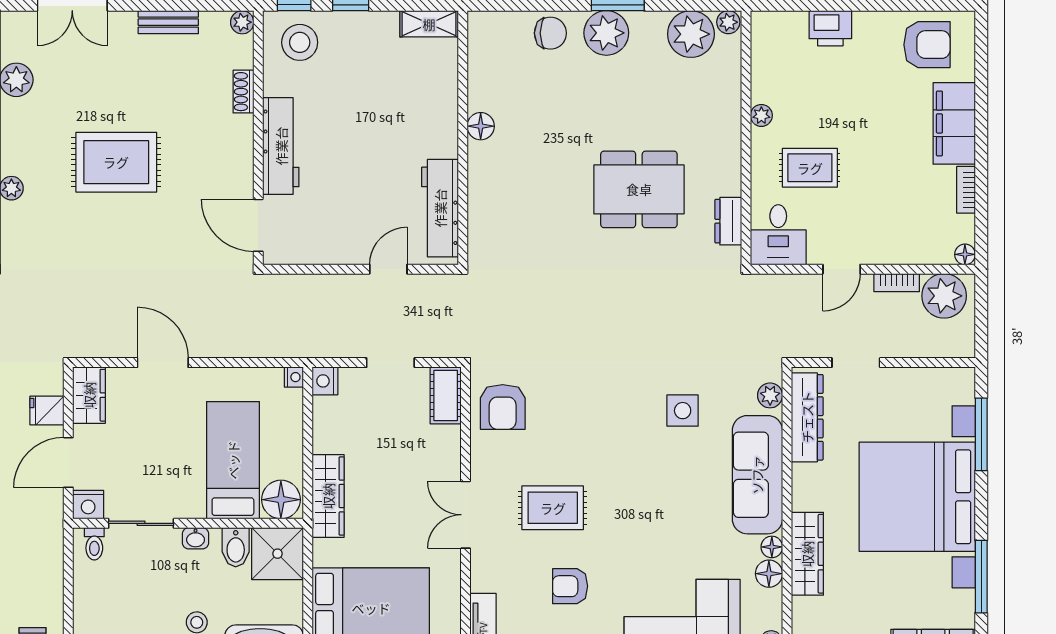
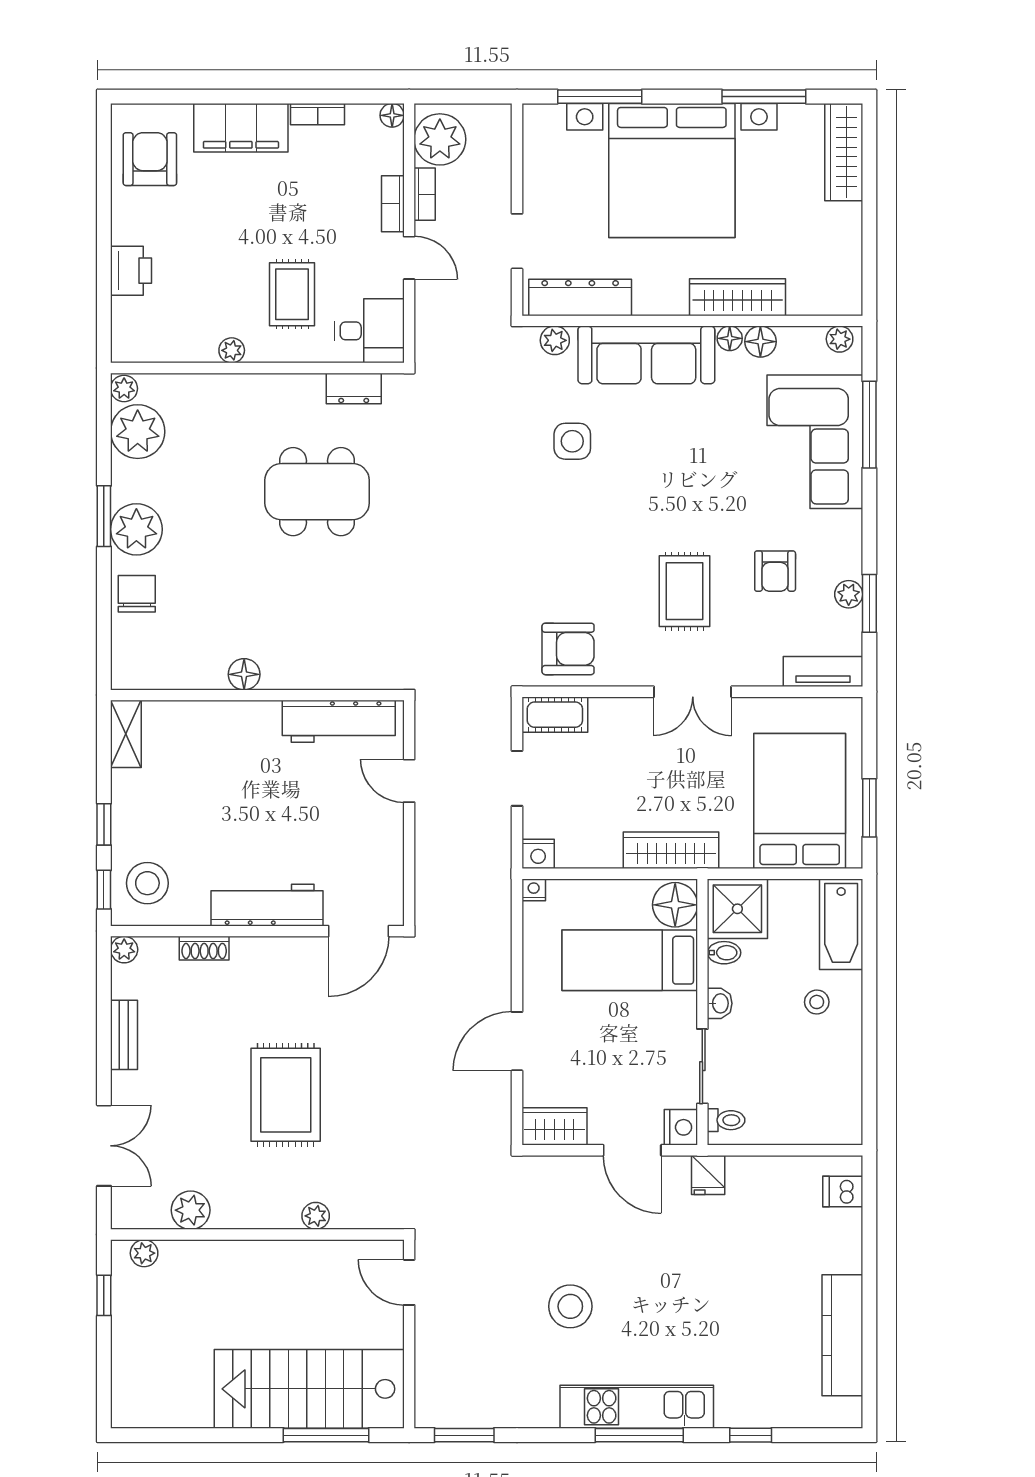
dining table: (639, 189) -> (317, 492), turned 90
bookcase: (888, 255) -> (393, 204), added
fridge: (47, 410) -> (708, 1175), moved
bidet: (236, 547) -> (724, 953), width x0.72, depth x0.74

